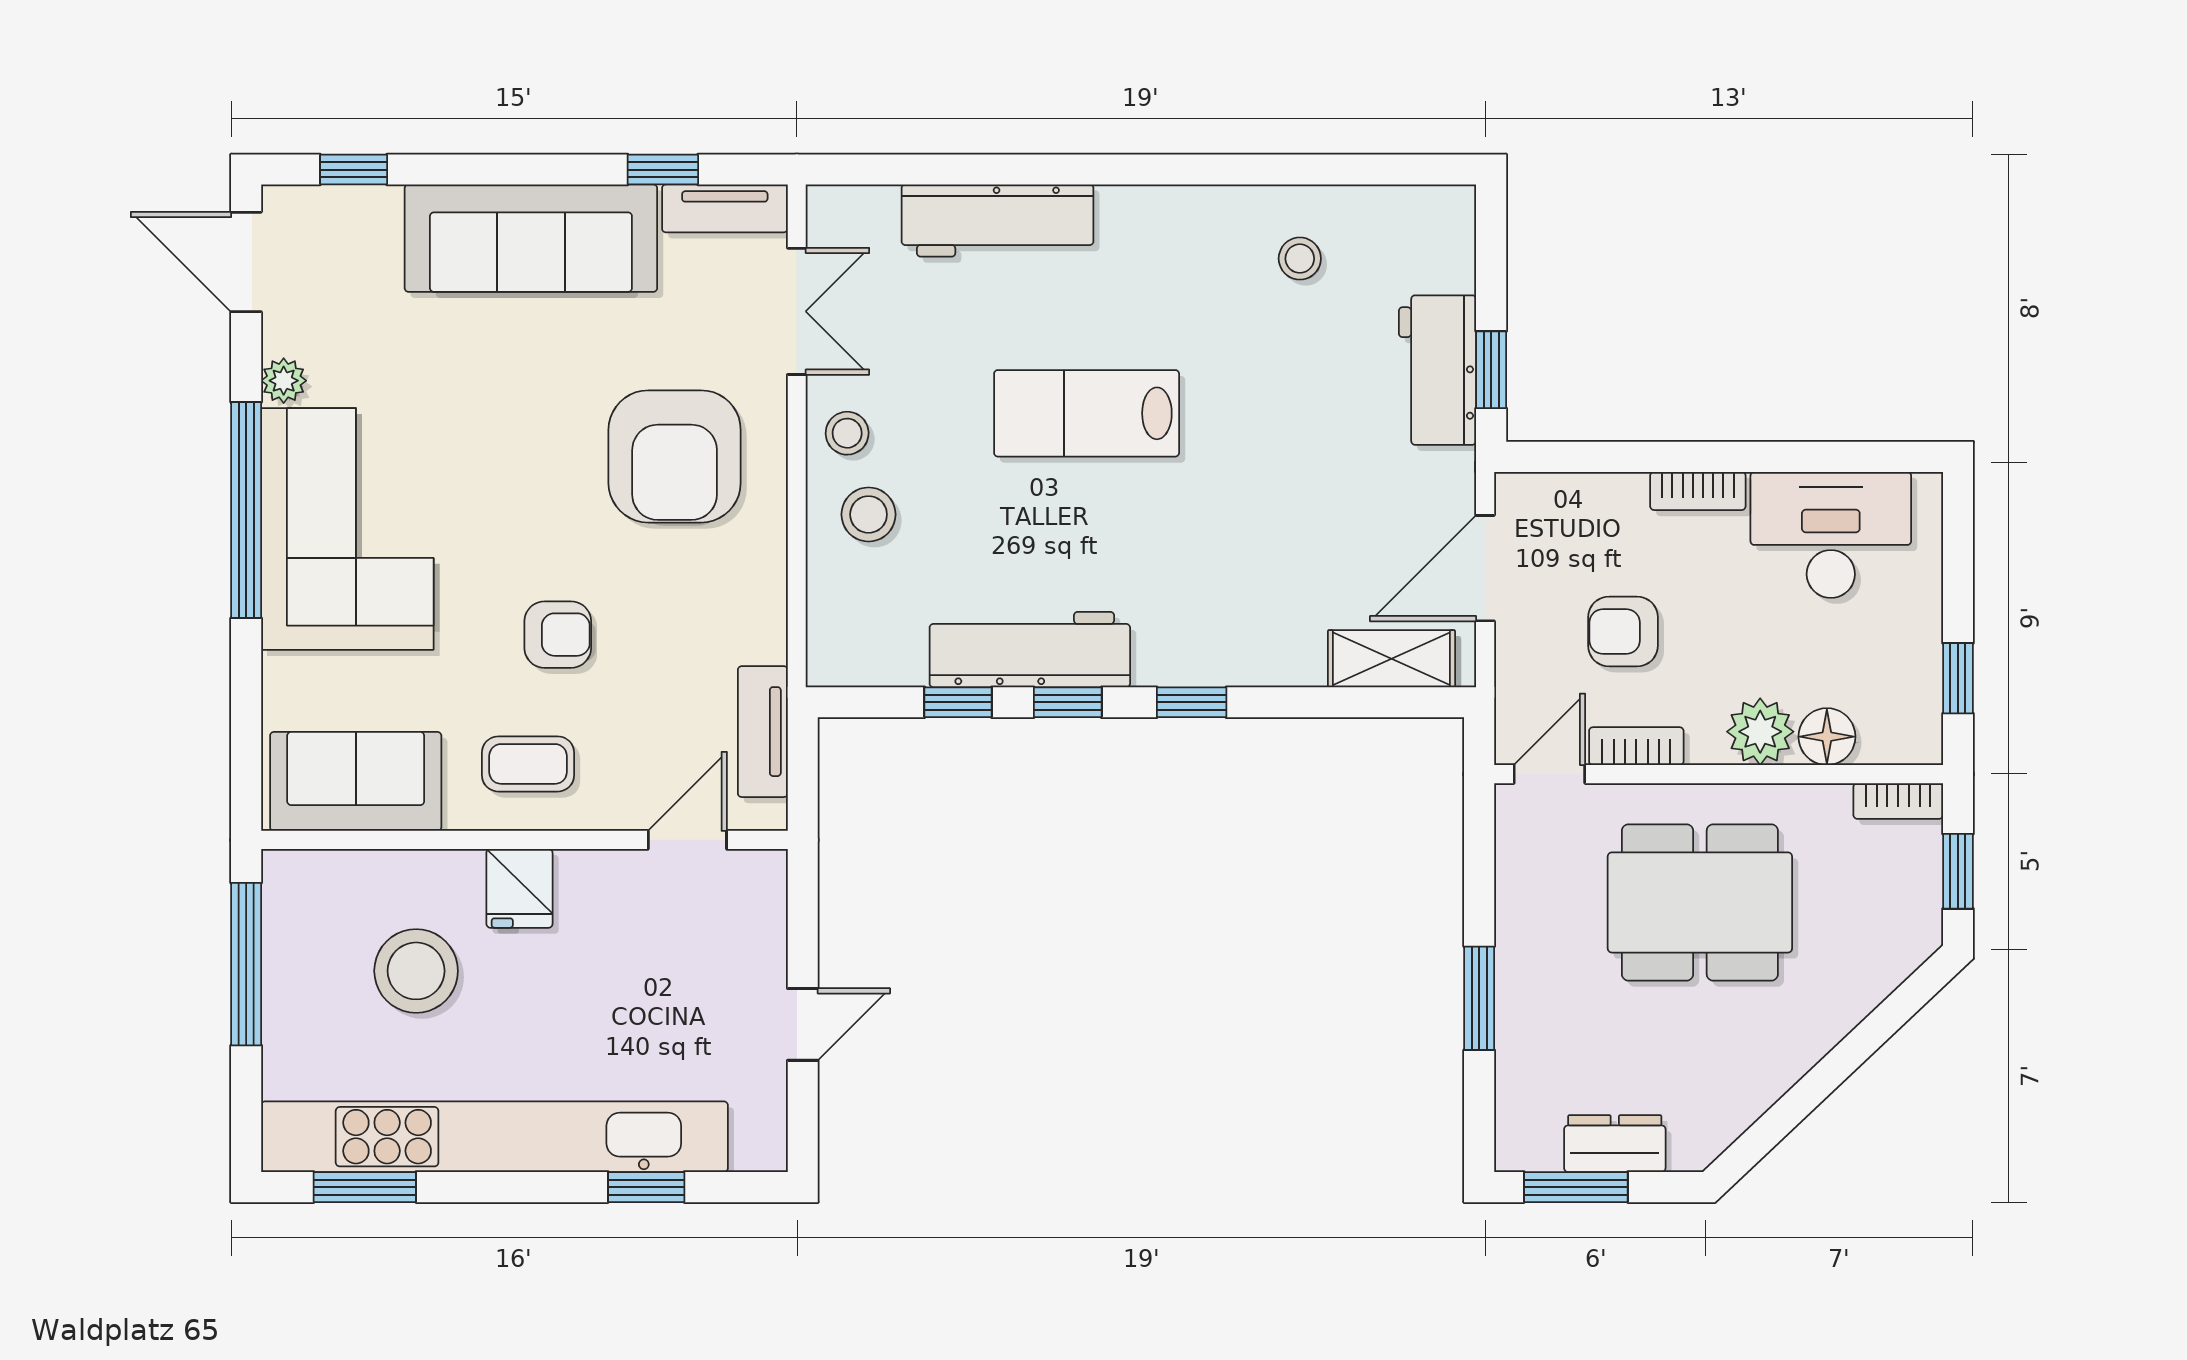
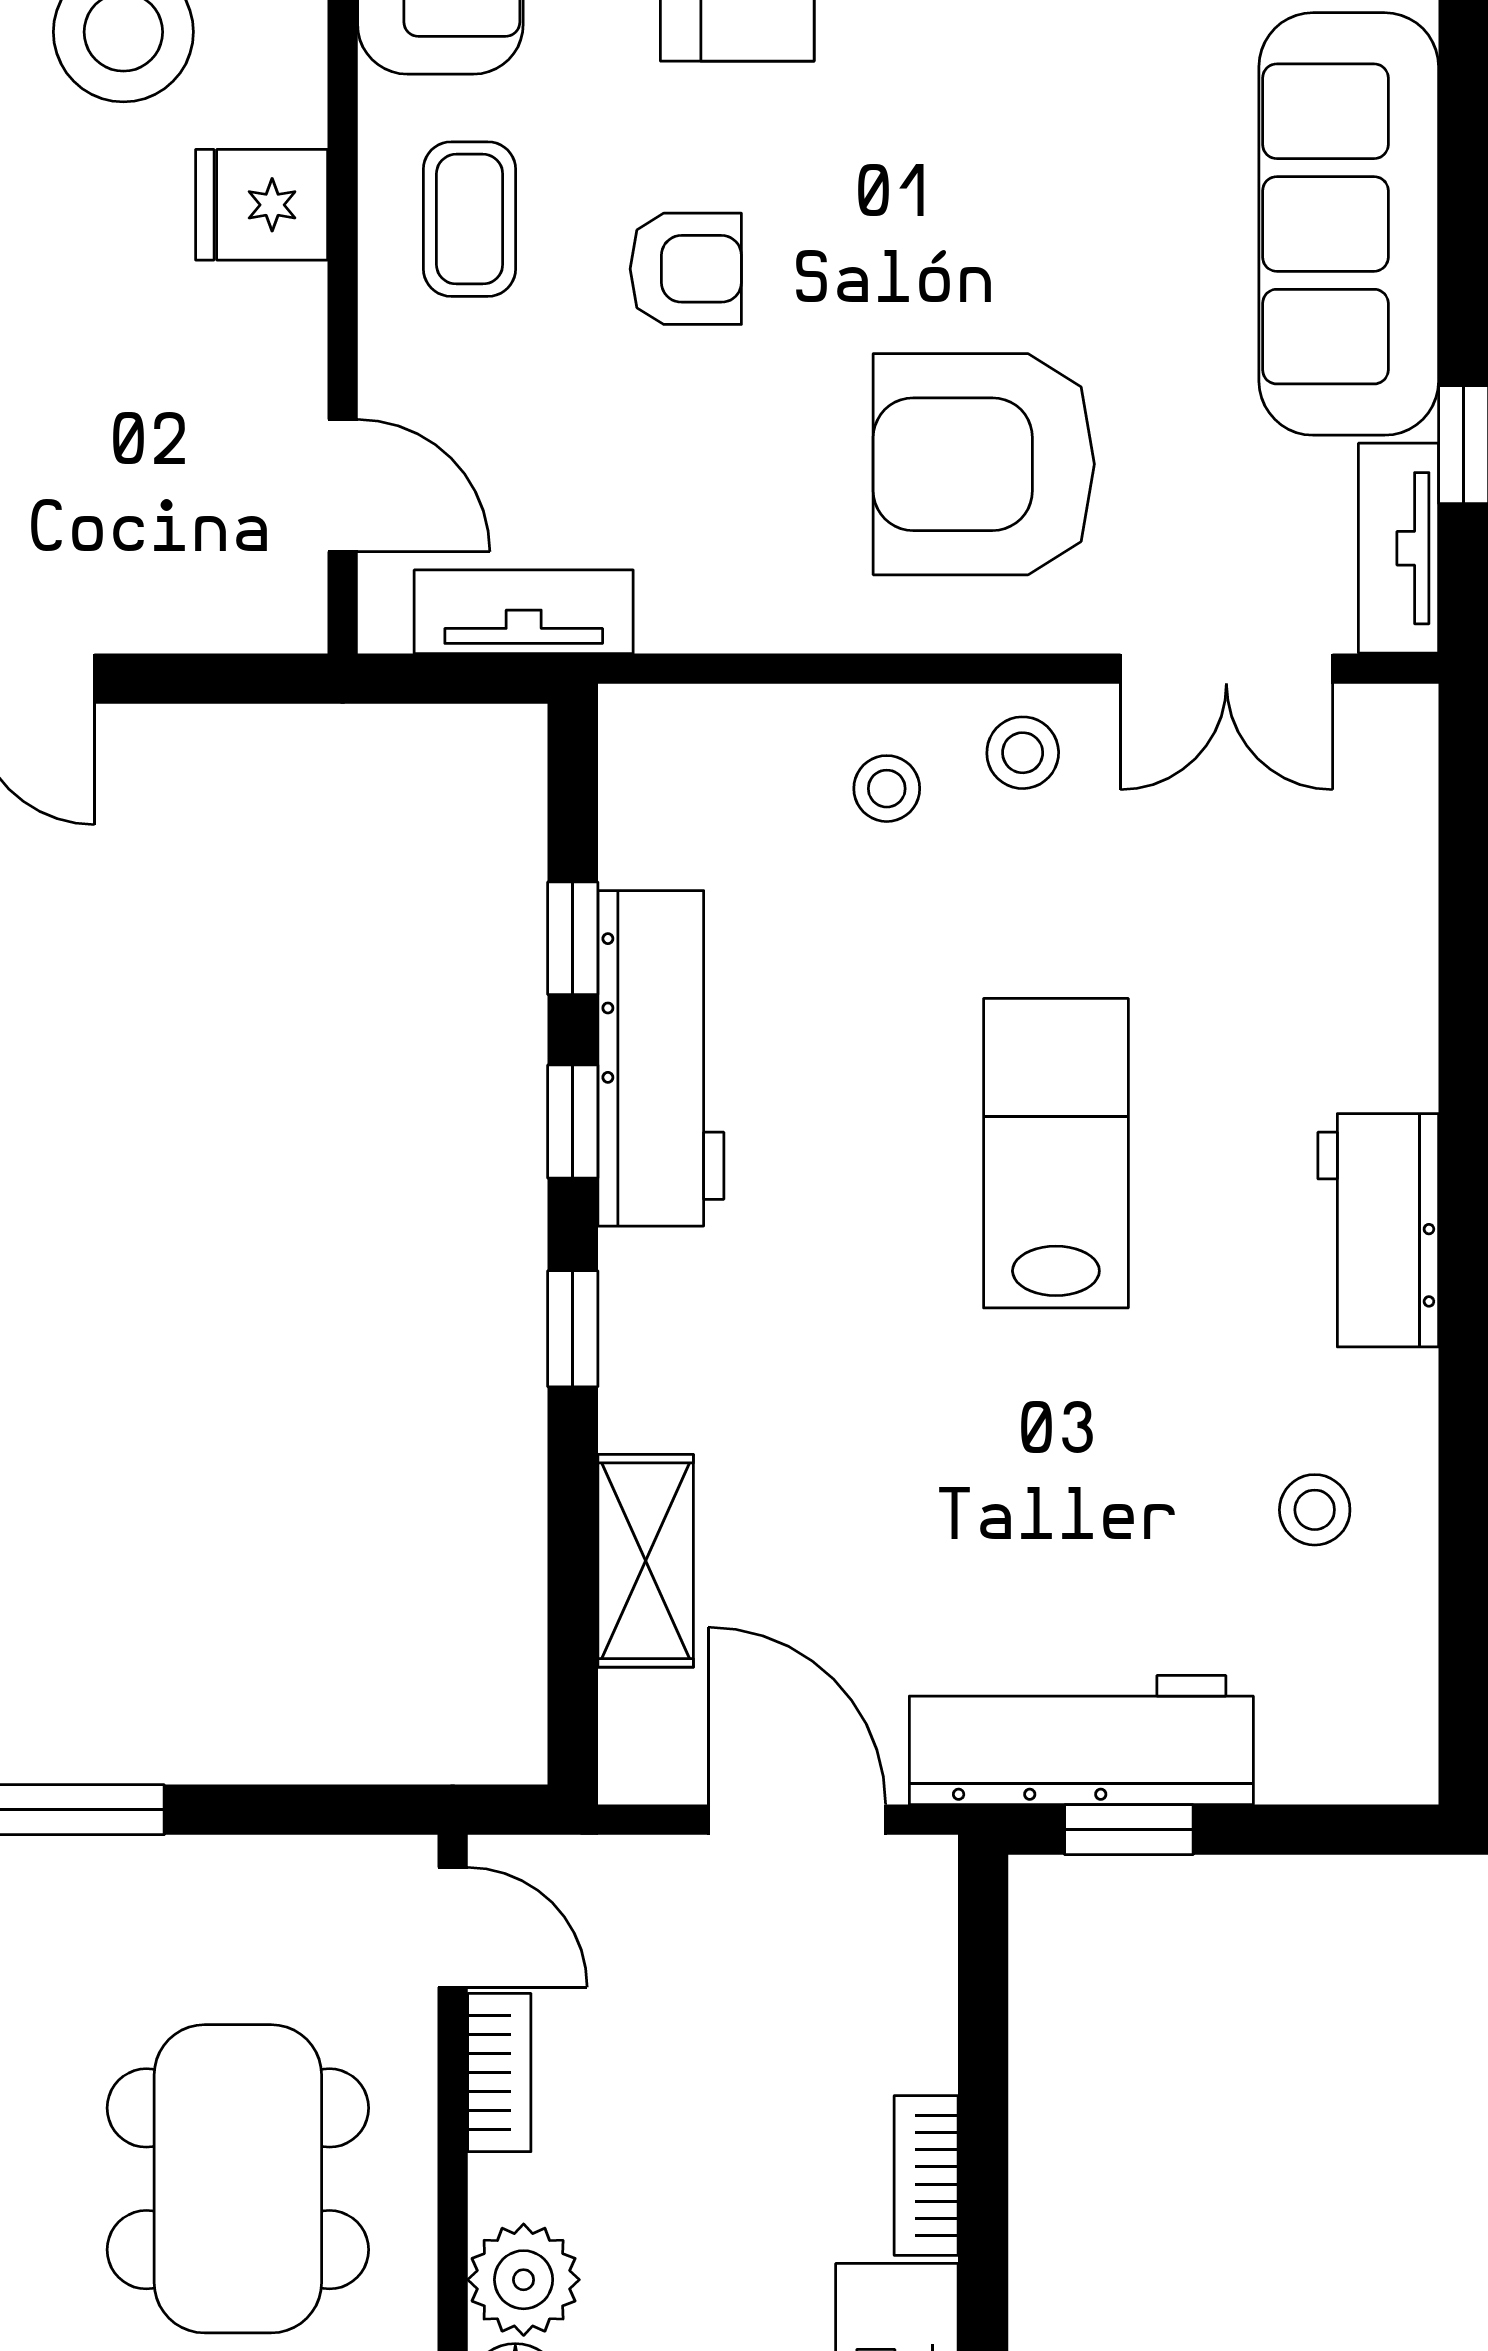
workbench: (997, 221) -> (1378, 1230), moved, width x0.73
workbench: (1437, 370) -> (1081, 1740), width x1.38
stool: (869, 514) -> (887, 789), width x0.73, depth x0.73
armchair: (1623, 631) -> (691, 2050), removed
armchair: (558, 635) -> (686, 269), turned -90
shelving: (1391, 659) -> (646, 1561), moved

